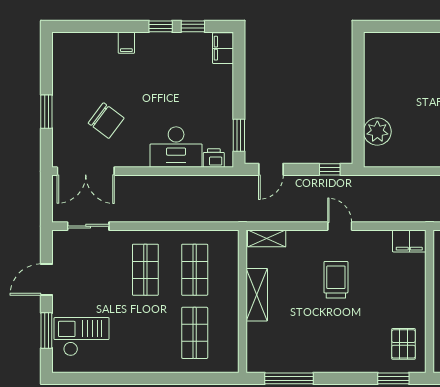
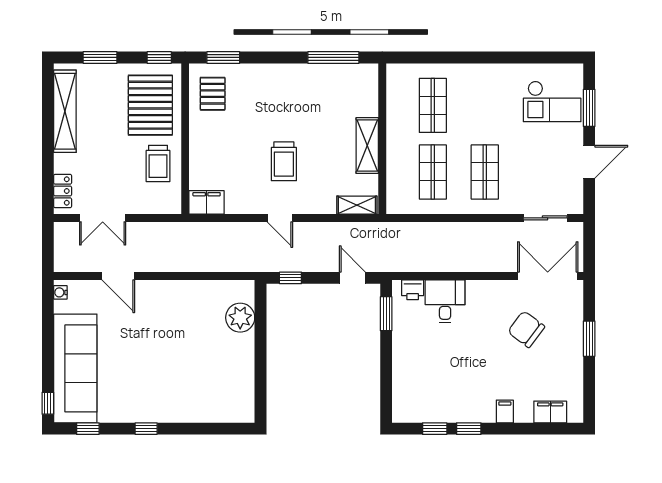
filing cabinet: (223, 48) -> (550, 412), moved, turned -90
desk: (176, 147) -> (445, 301), width x0.73
door: (271, 169) -> (352, 278), hinge flipped

